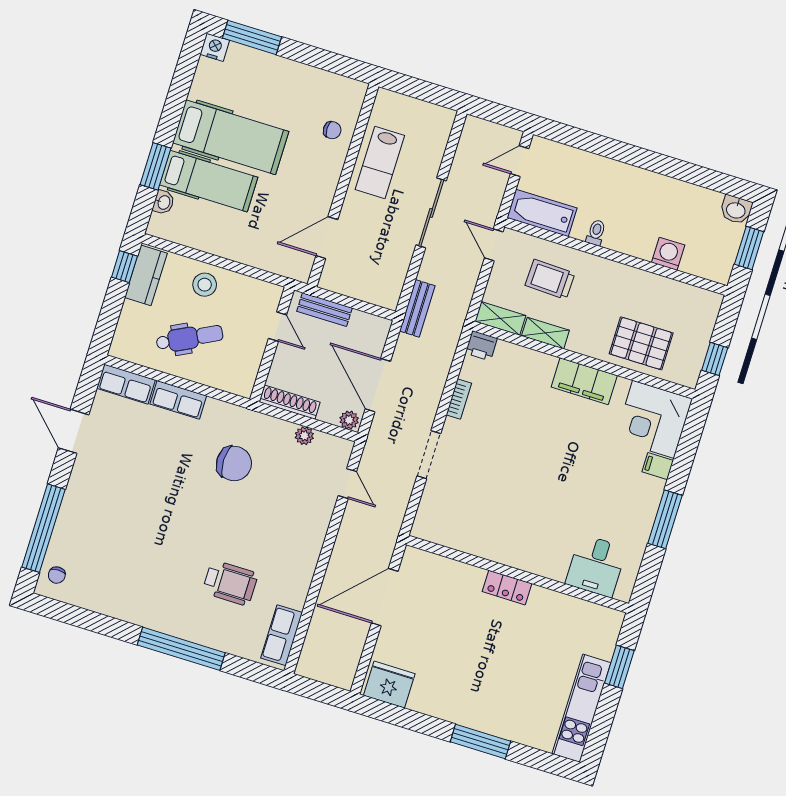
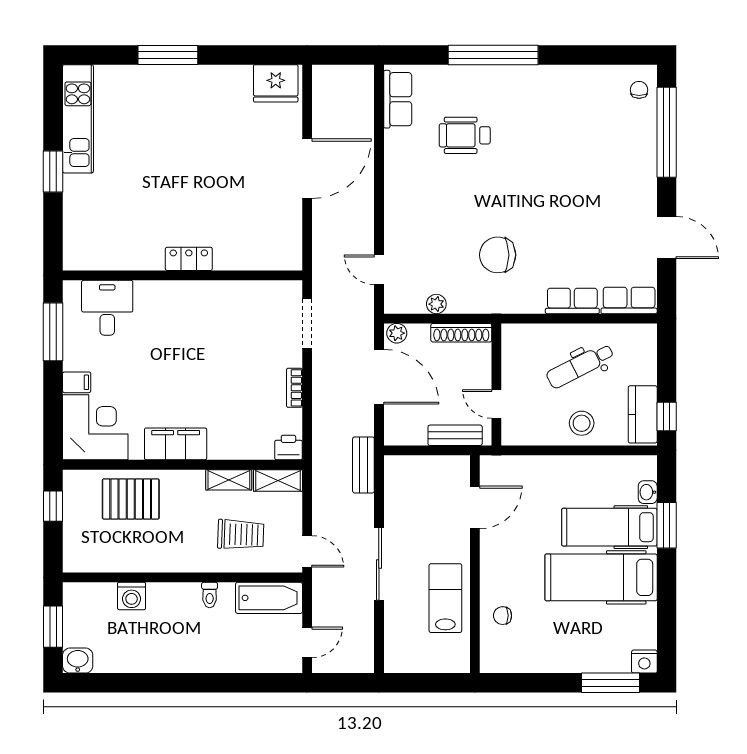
desk: (596, 566) -> (107, 308), moved
wall: (518, 574) -> (182, 275), moved
locker: (507, 588) -> (189, 259), moved

